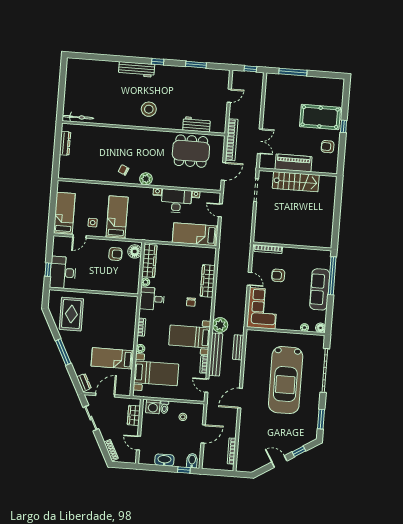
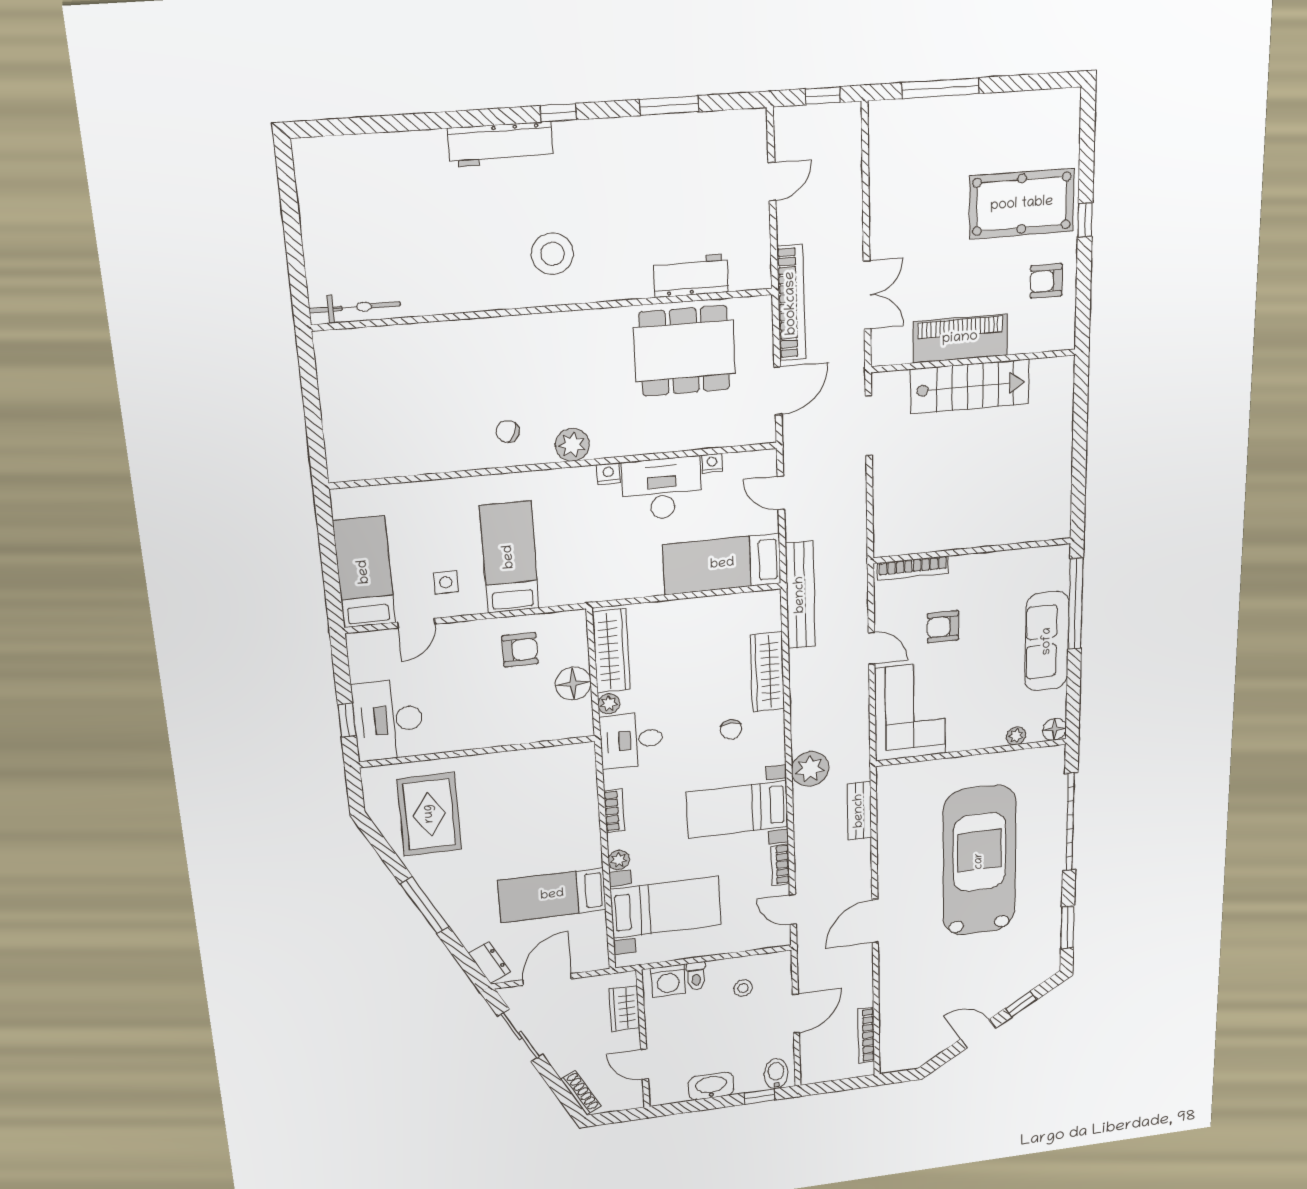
dresser: (65, 143) -> (331, 386), removed
floor lamp: (135, 251) -> (573, 683), moved
bench: (216, 354) -> (800, 595), moved
car: (286, 380) -> (979, 861), turned 180

